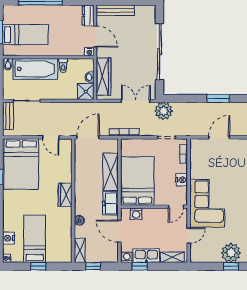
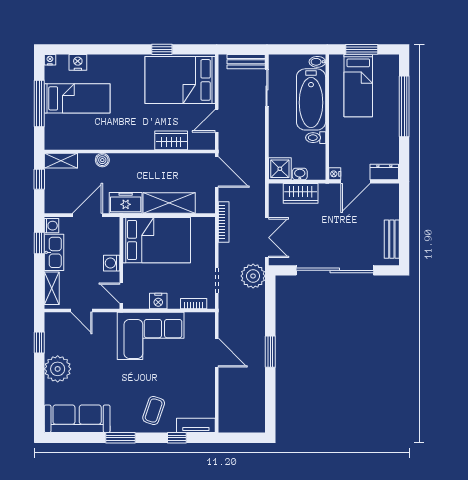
bench: (115, 10) -> (392, 239), moved, width x0.73
wardrobe: (103, 76) -> (301, 193), width x0.67
wardrobe: (65, 195) -> (171, 140), moved
corner sofa: (207, 203) -> (151, 336), moved
washing machine: (136, 214) -> (112, 263), moved
window: (38, 266) -> (39, 103), width x2.17
window: (231, 266) -> (39, 342), moved

